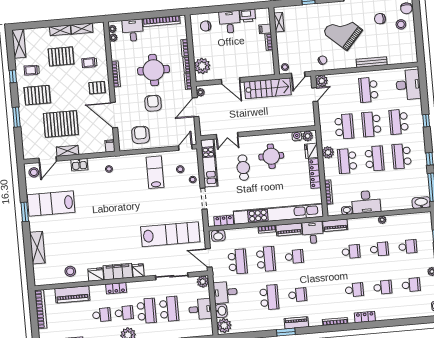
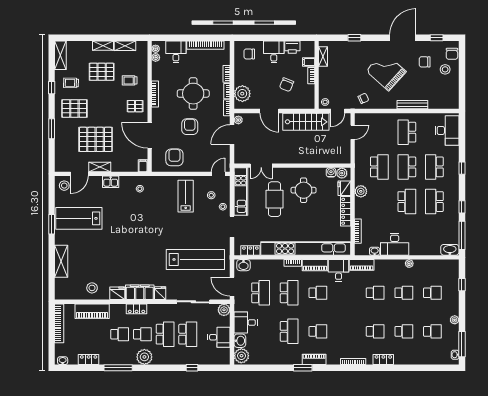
chair: (245, 53) -> (287, 85), added
plant: (322, 81) -> (361, 119), removed
school desk: (347, 161) -> (379, 202), removed
cafe table: (243, 168) -> (275, 199), width x1.37, depth x1.35

